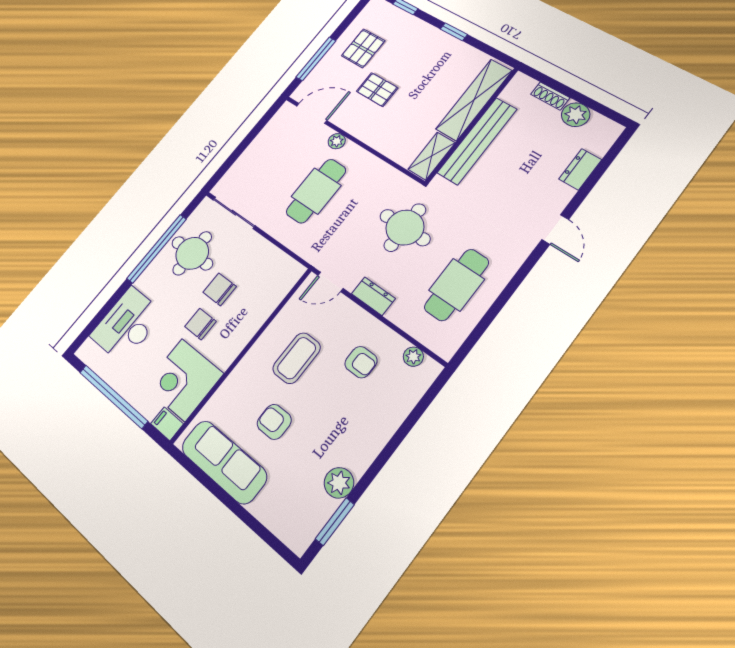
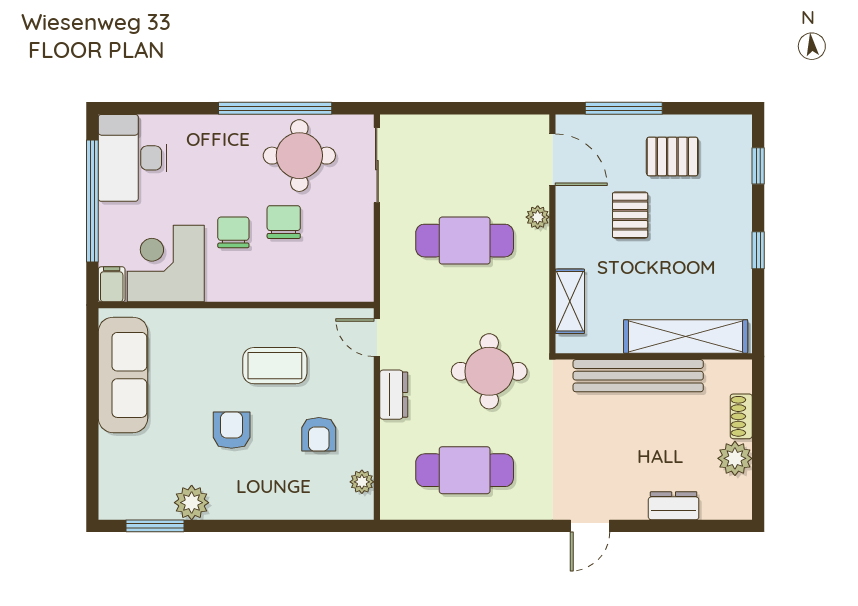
shelving: (432, 156) -> (570, 301), moved, turned 90
desk: (127, 325) -> (133, 158), moved, turned -90
armchair: (274, 422) -> (232, 430), moved

